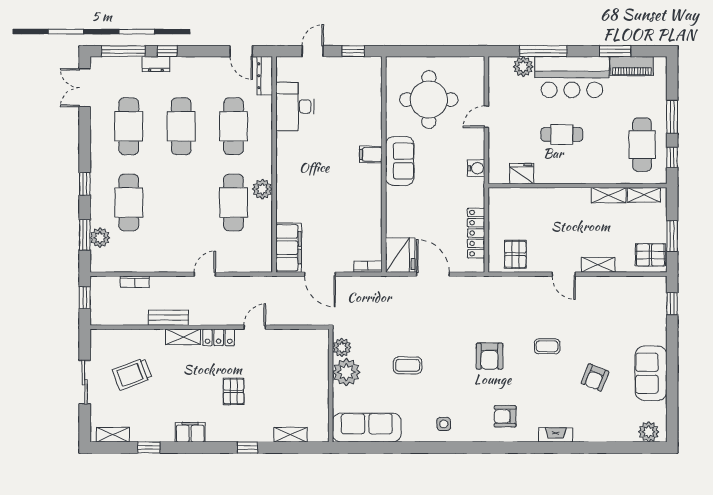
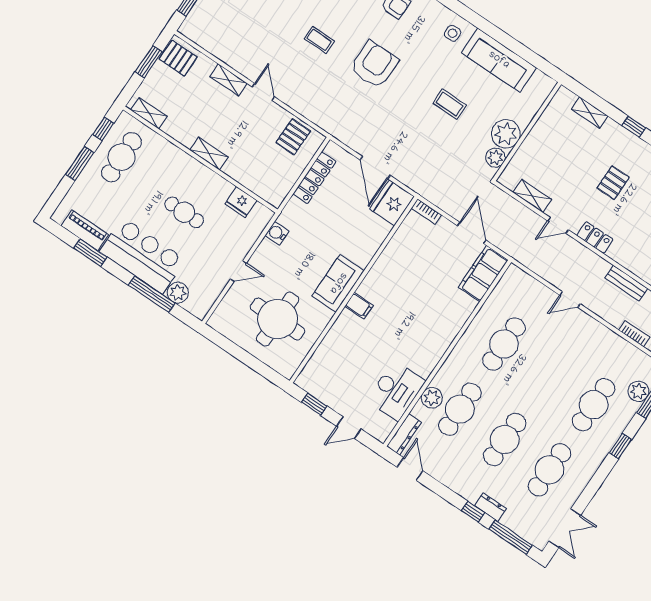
plant: (262, 189) -> (432, 398), moved
shelving: (609, 195) -> (209, 153), moved
shelving: (183, 337) -> (532, 196), moved
armchair: (490, 356) -> (374, 65), width x1.36, depth x1.36
sofa: (367, 428) -> (499, 60), moved

